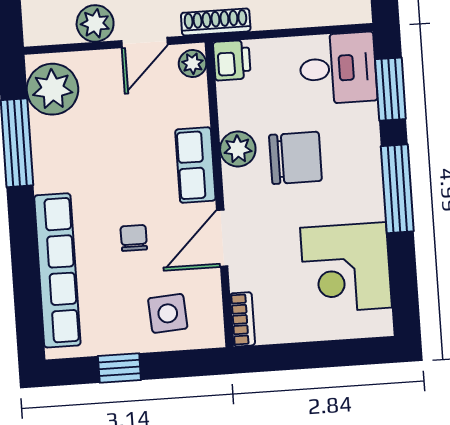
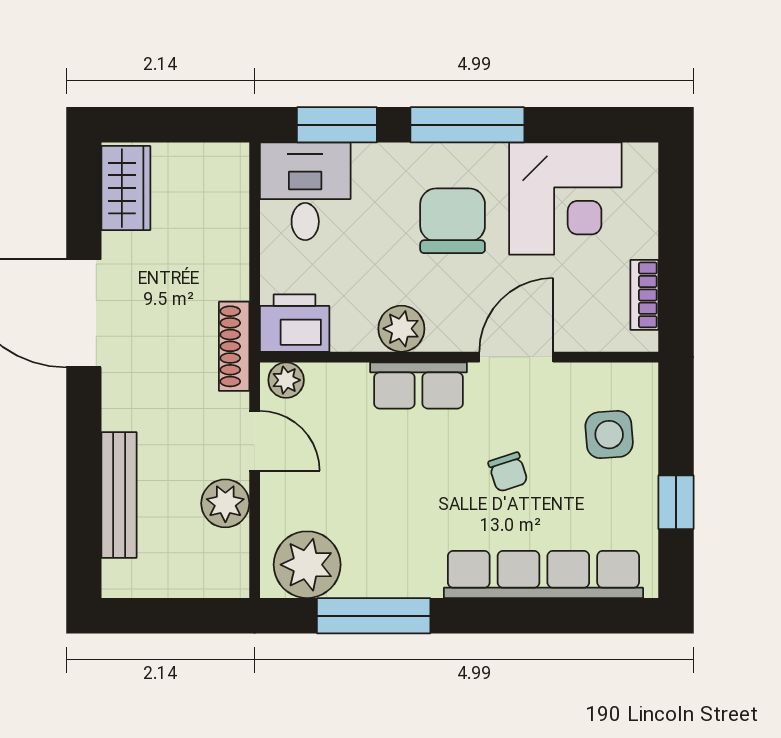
printer: (232, 60) -> (295, 323), width x1.36, depth x1.24
chair: (296, 158) -> (453, 221), moved
chair: (134, 238) -> (508, 472), turned -108
door: (222, 238) -> (516, 357), swing flipped
bookcase: (242, 319) -> (644, 295), moved, turned -90

